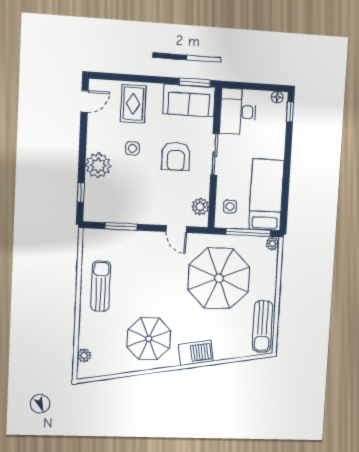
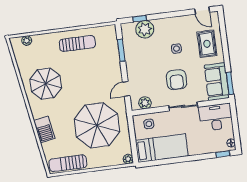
rug: (133, 104) -> (207, 44), turned 90
armchair: (176, 157) -> (177, 80), turned -89
plant: (98, 165) -> (145, 29), moved
window: (248, 232) -> (133, 140), removed
barbecue: (196, 353) -> (44, 129), moved

